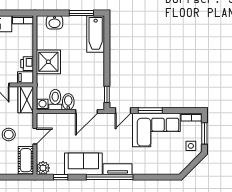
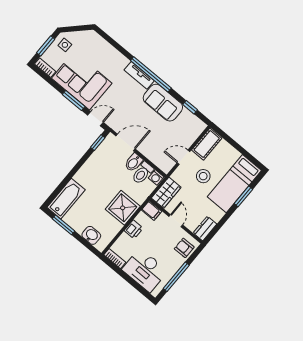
printer: (27, 64) -> (134, 229), moved
plant: (43, 168) -> (198, 126), removed

